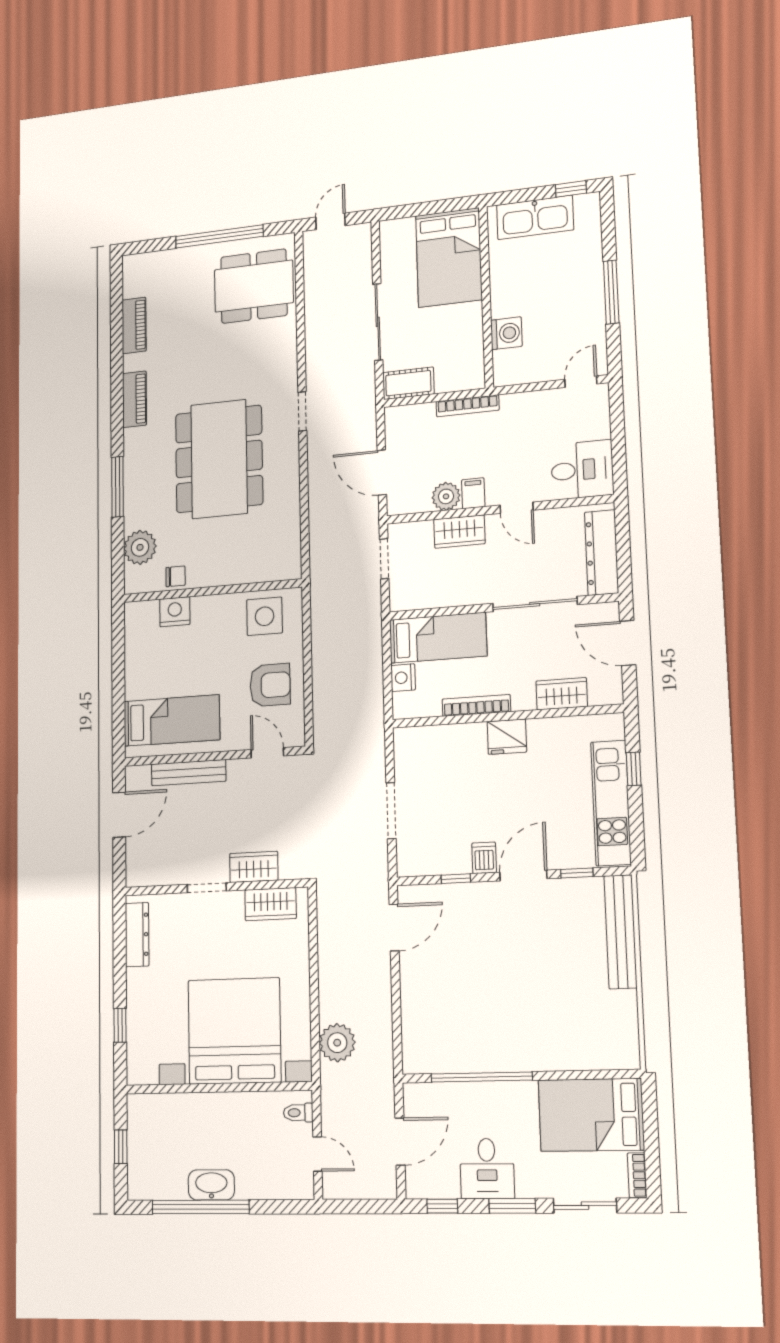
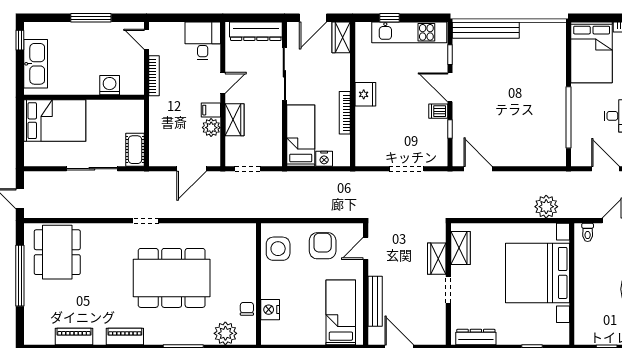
bookcase: (468, 406) -> (154, 76), moved
wardrobe: (562, 694) -> (341, 37), moved

